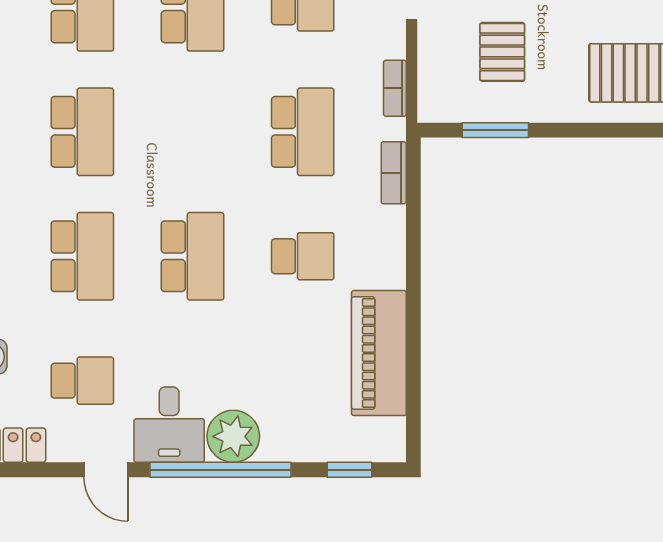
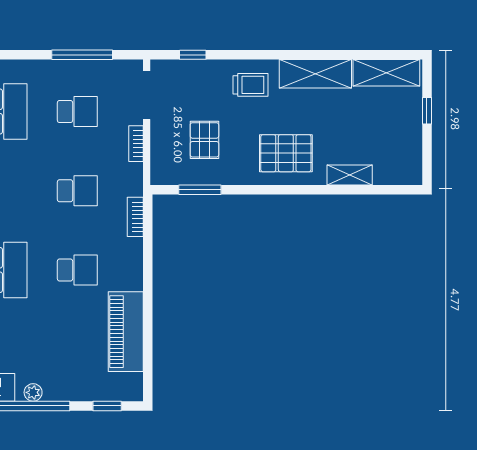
bookcase: (395, 88) -> (136, 144), moved
school desk: (303, 132) -> (77, 191), width x0.54
plant: (233, 436) -> (33, 392), width x0.53, depth x0.53

